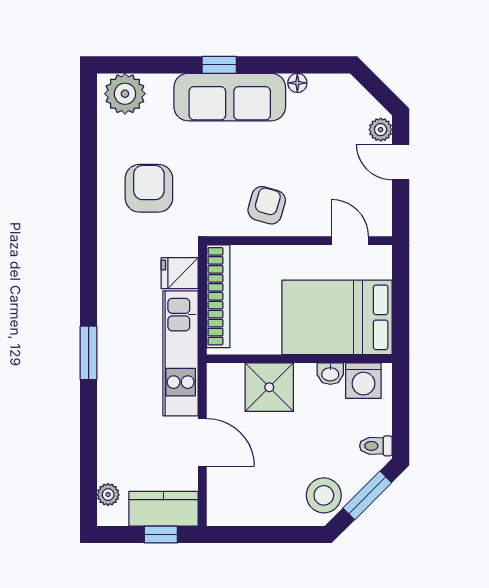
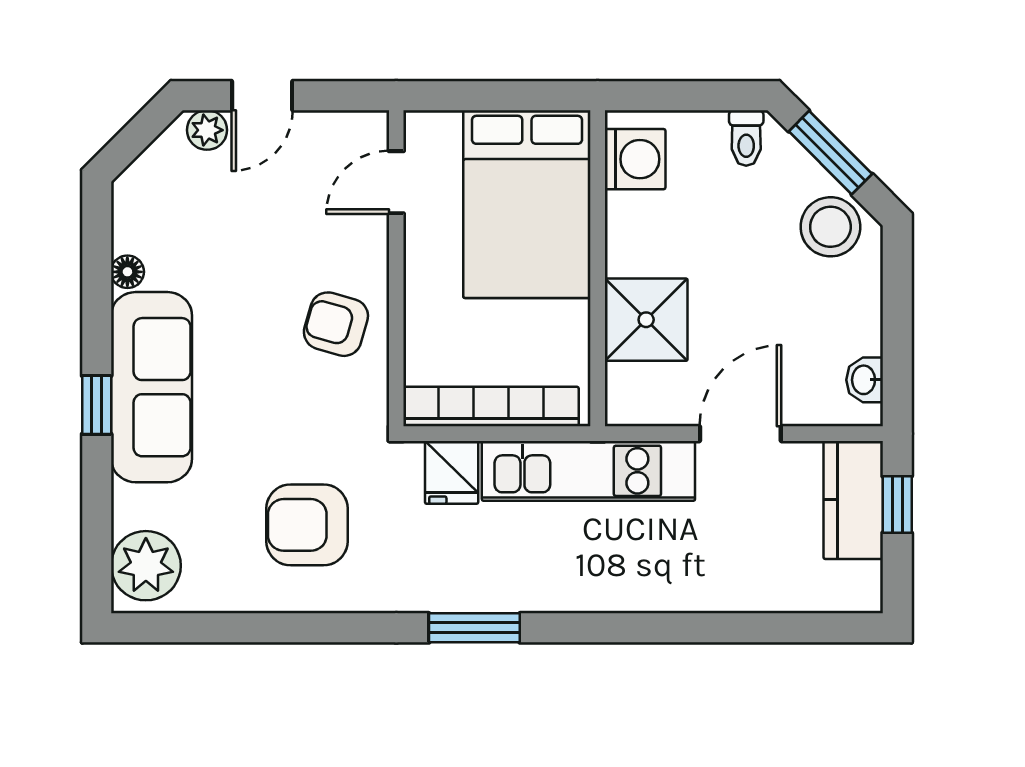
window: (89, 353) -> (474, 628), moved
washbasin: (330, 374) -> (865, 380), moved, turned 180
plant: (108, 495) -> (829, 594), removed

